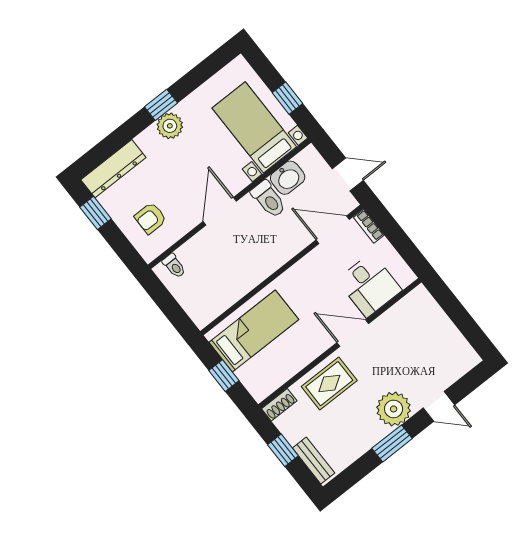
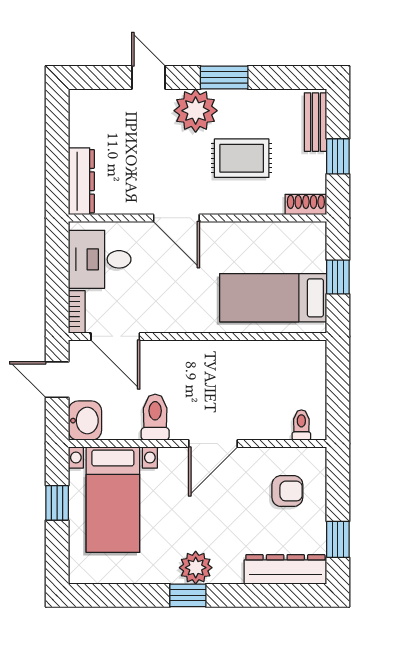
washbasin: (288, 178) -> (85, 421), moved, turned 90
desk: (369, 285) -> (100, 259), moved, turned -90
dresser: (430, 309) -> (81, 181), added
rug: (329, 384) -> (242, 158), moved

